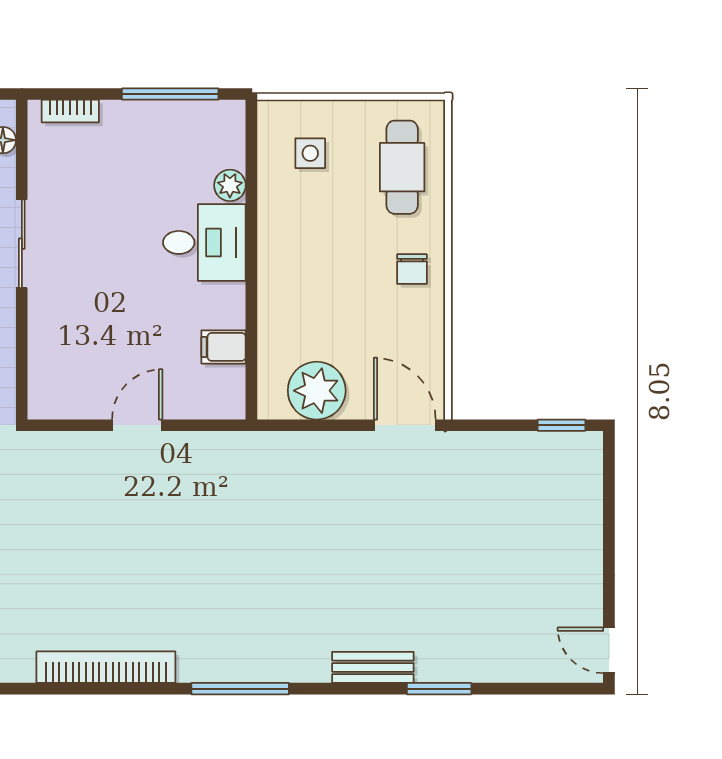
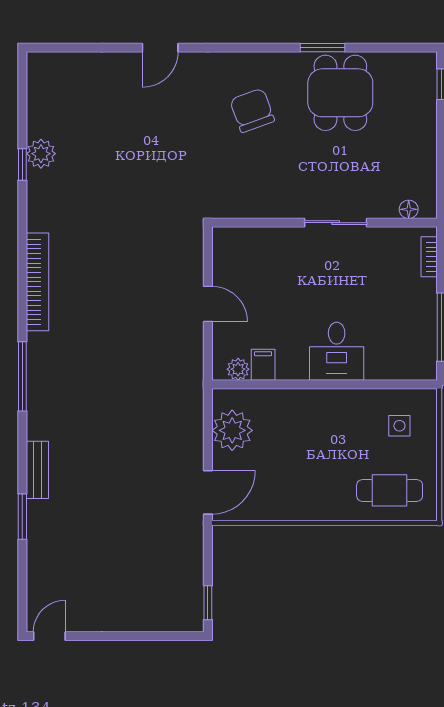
plant: (230, 185) -> (238, 369), moved
chair: (412, 269) -> (318, 497), removed

